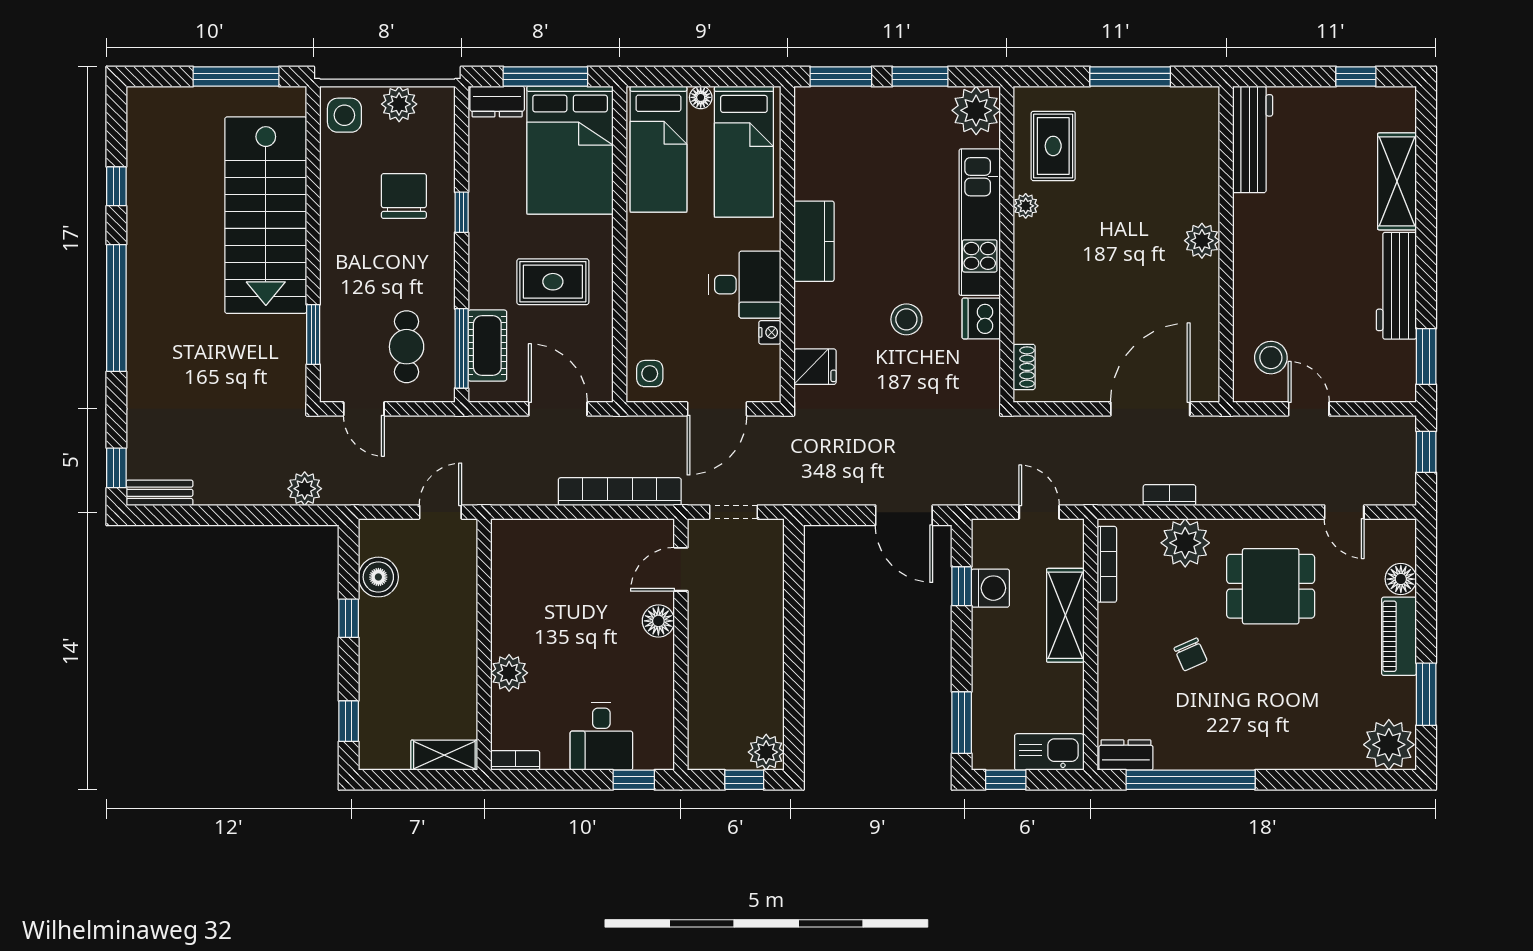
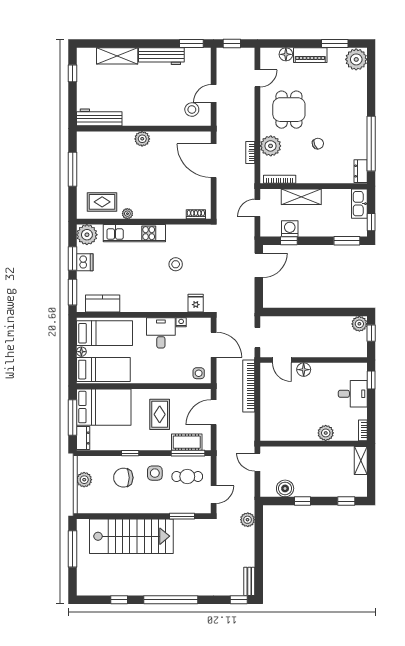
side table: (344, 115) -> (155, 473), moved
kitchen counter: (814, 241) -> (103, 304), moved
dishwasher: (981, 318) -> (85, 262), moved, turned -90

